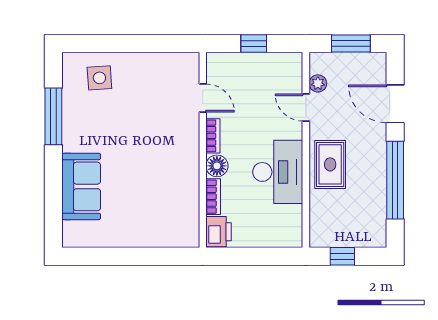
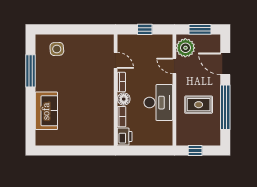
plant: (318, 83) -> (185, 48), width x1.87, depth x1.87
rug: (330, 164) -> (199, 105), moved, turned 90

